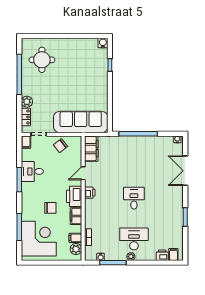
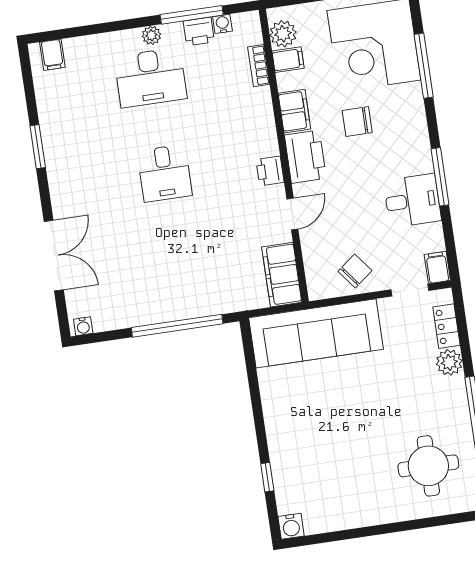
printer: (162, 255) -> (199, 31), moved

